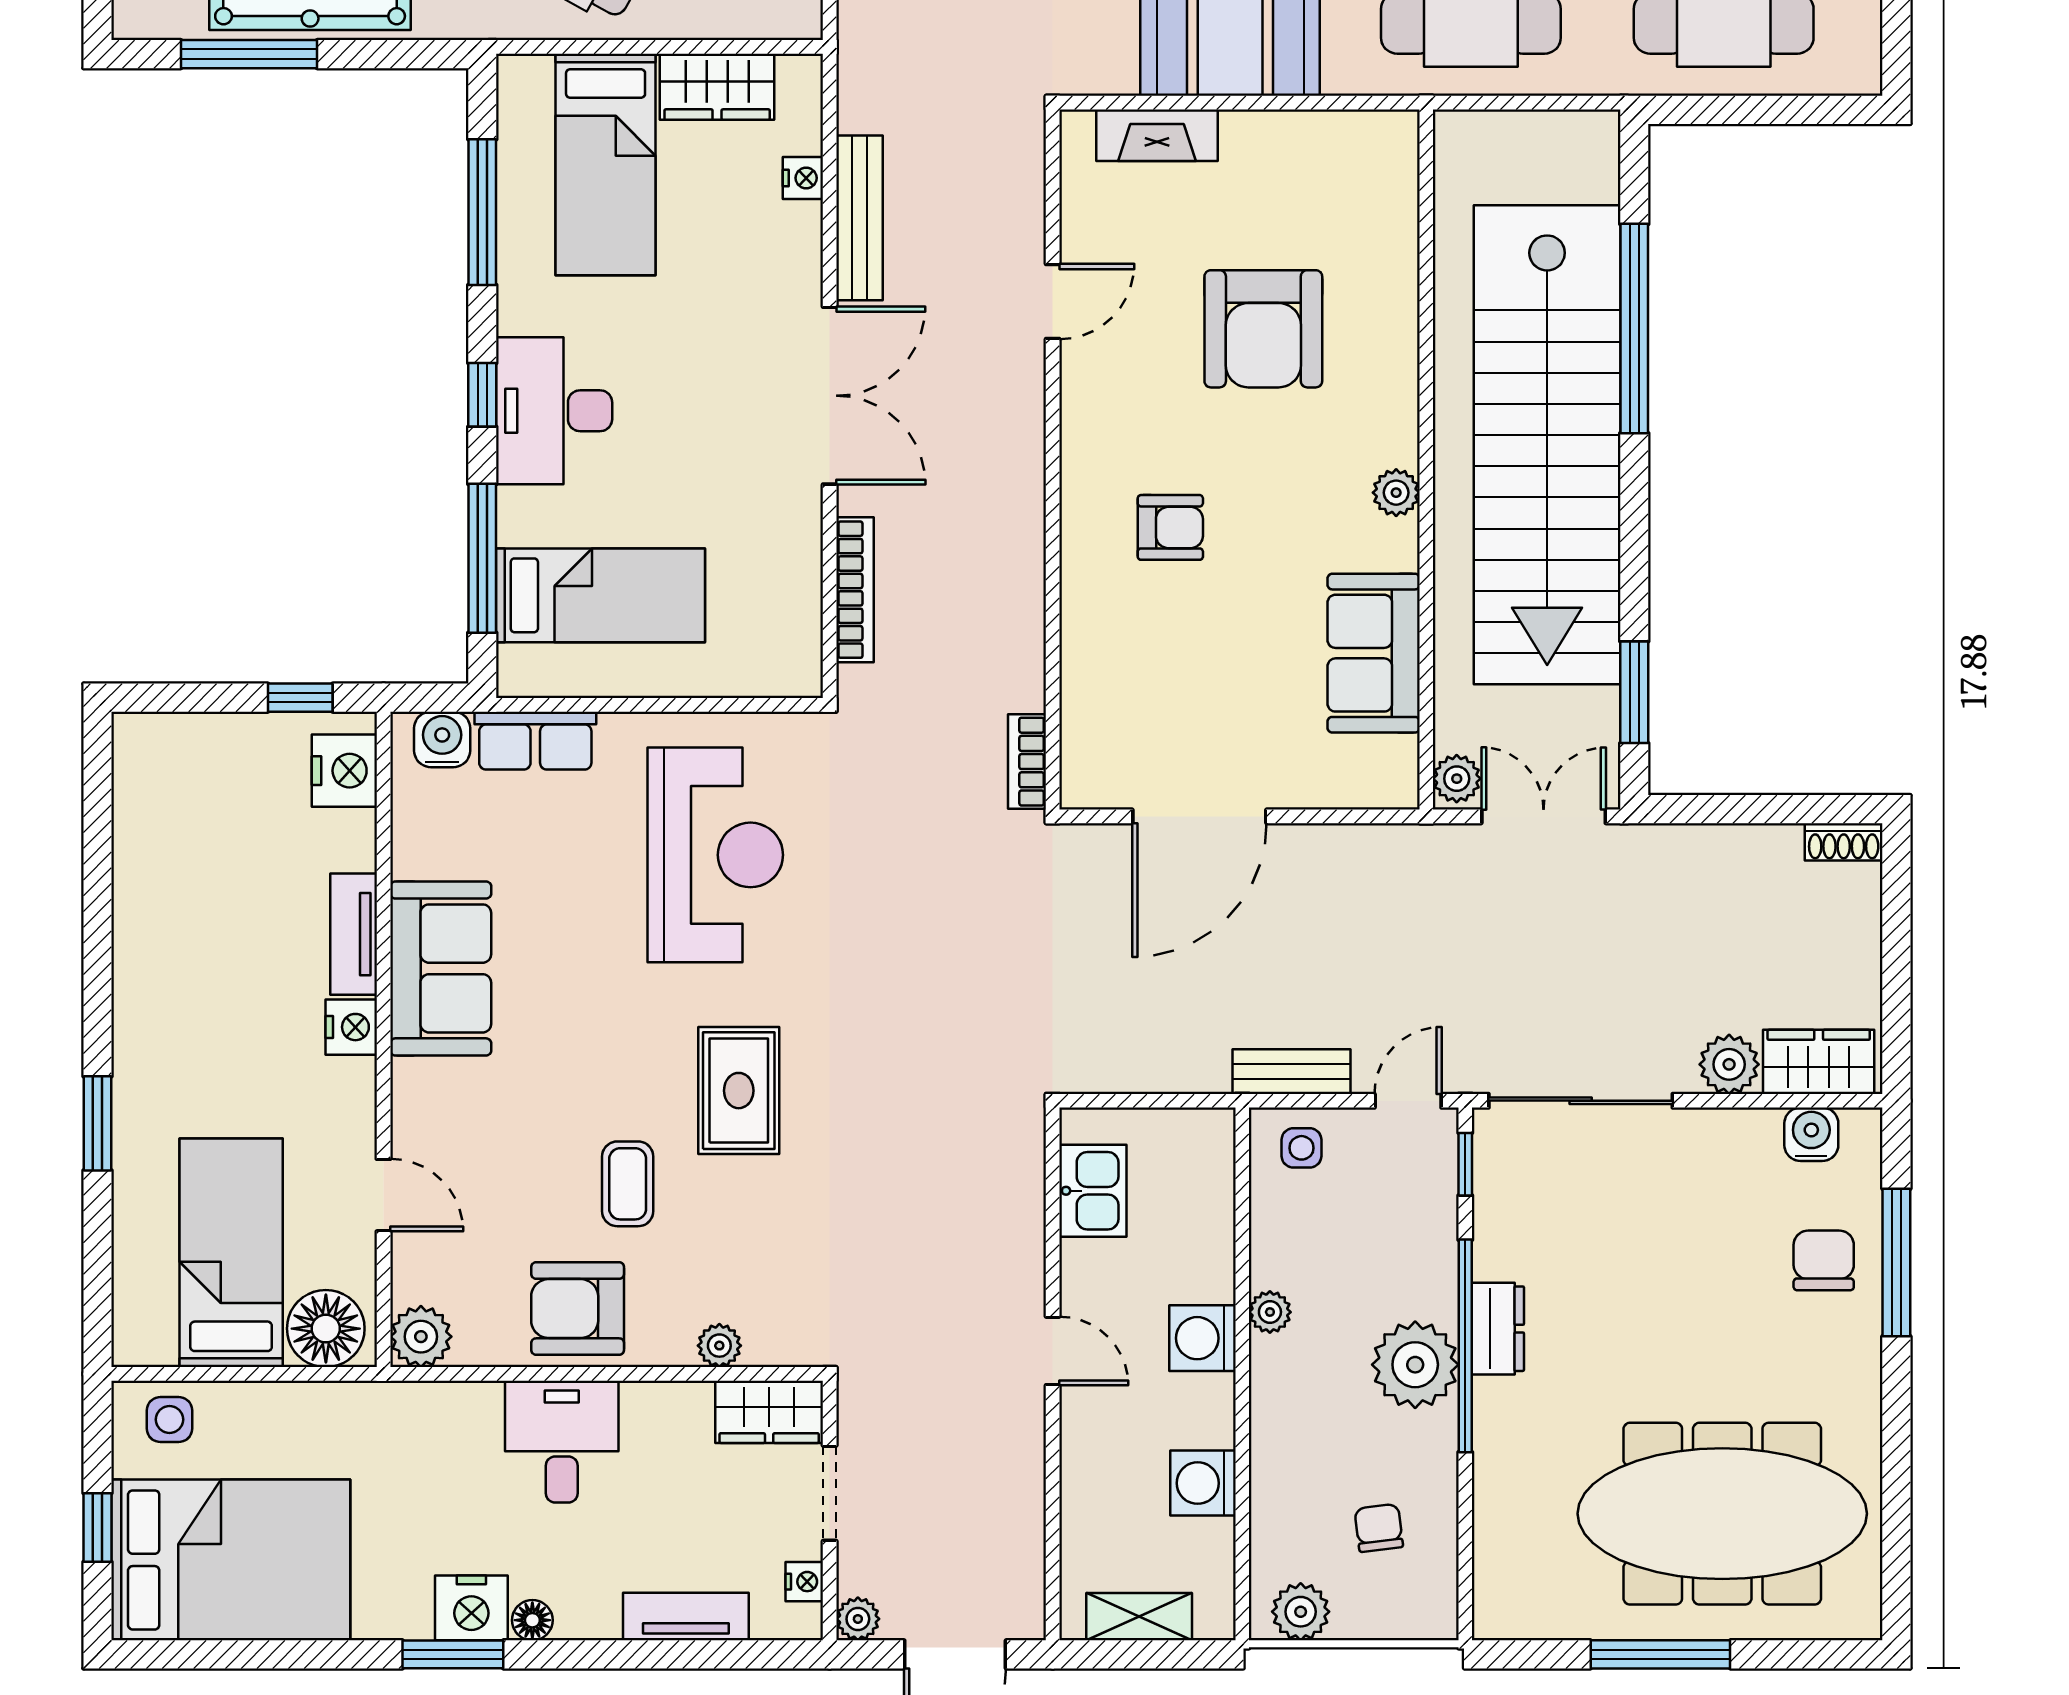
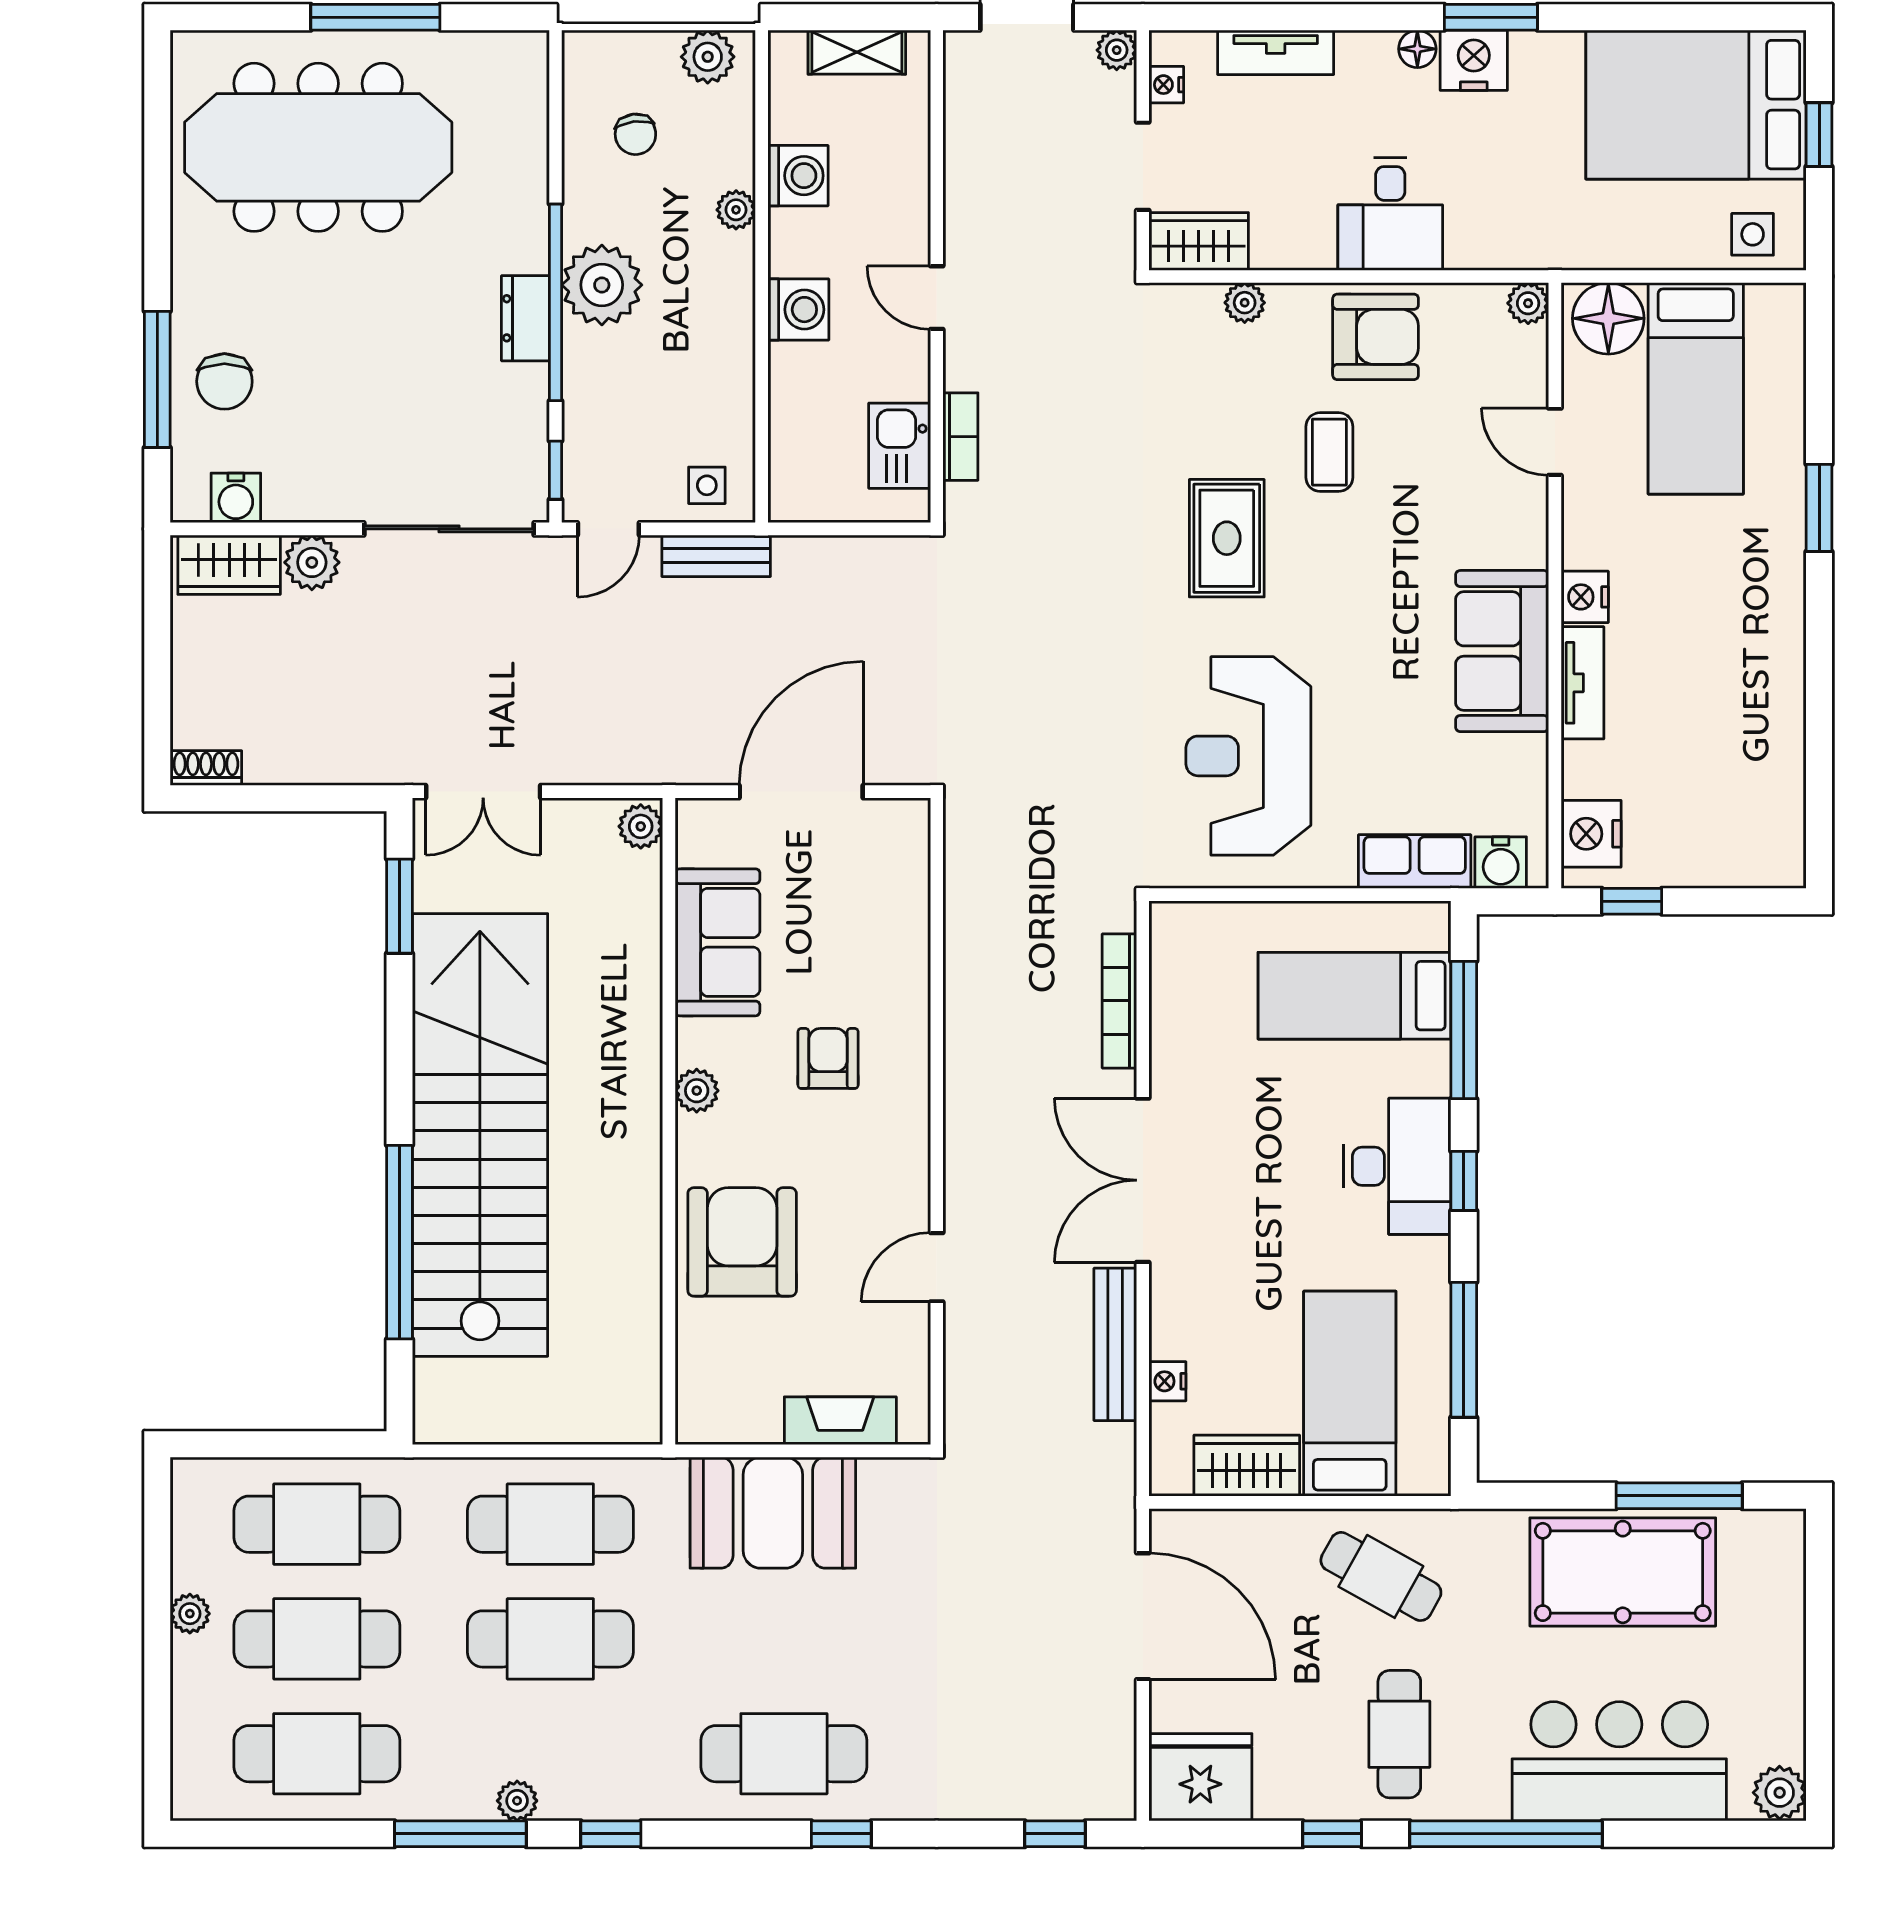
wall: (1426, 459) -> (669, 1121), moved
plant: (1396, 493) -> (697, 1091), moved
armchair: (1170, 527) -> (828, 1058), turned 90
sofa: (1374, 653) -> (717, 942), moved
bookcase: (1027, 762) -> (960, 437), moved
plant: (1457, 779) -> (641, 826), moved
plant: (1270, 1312) -> (736, 210), moved
plant: (421, 1337) -> (1528, 303), width x0.73, depth x0.73

